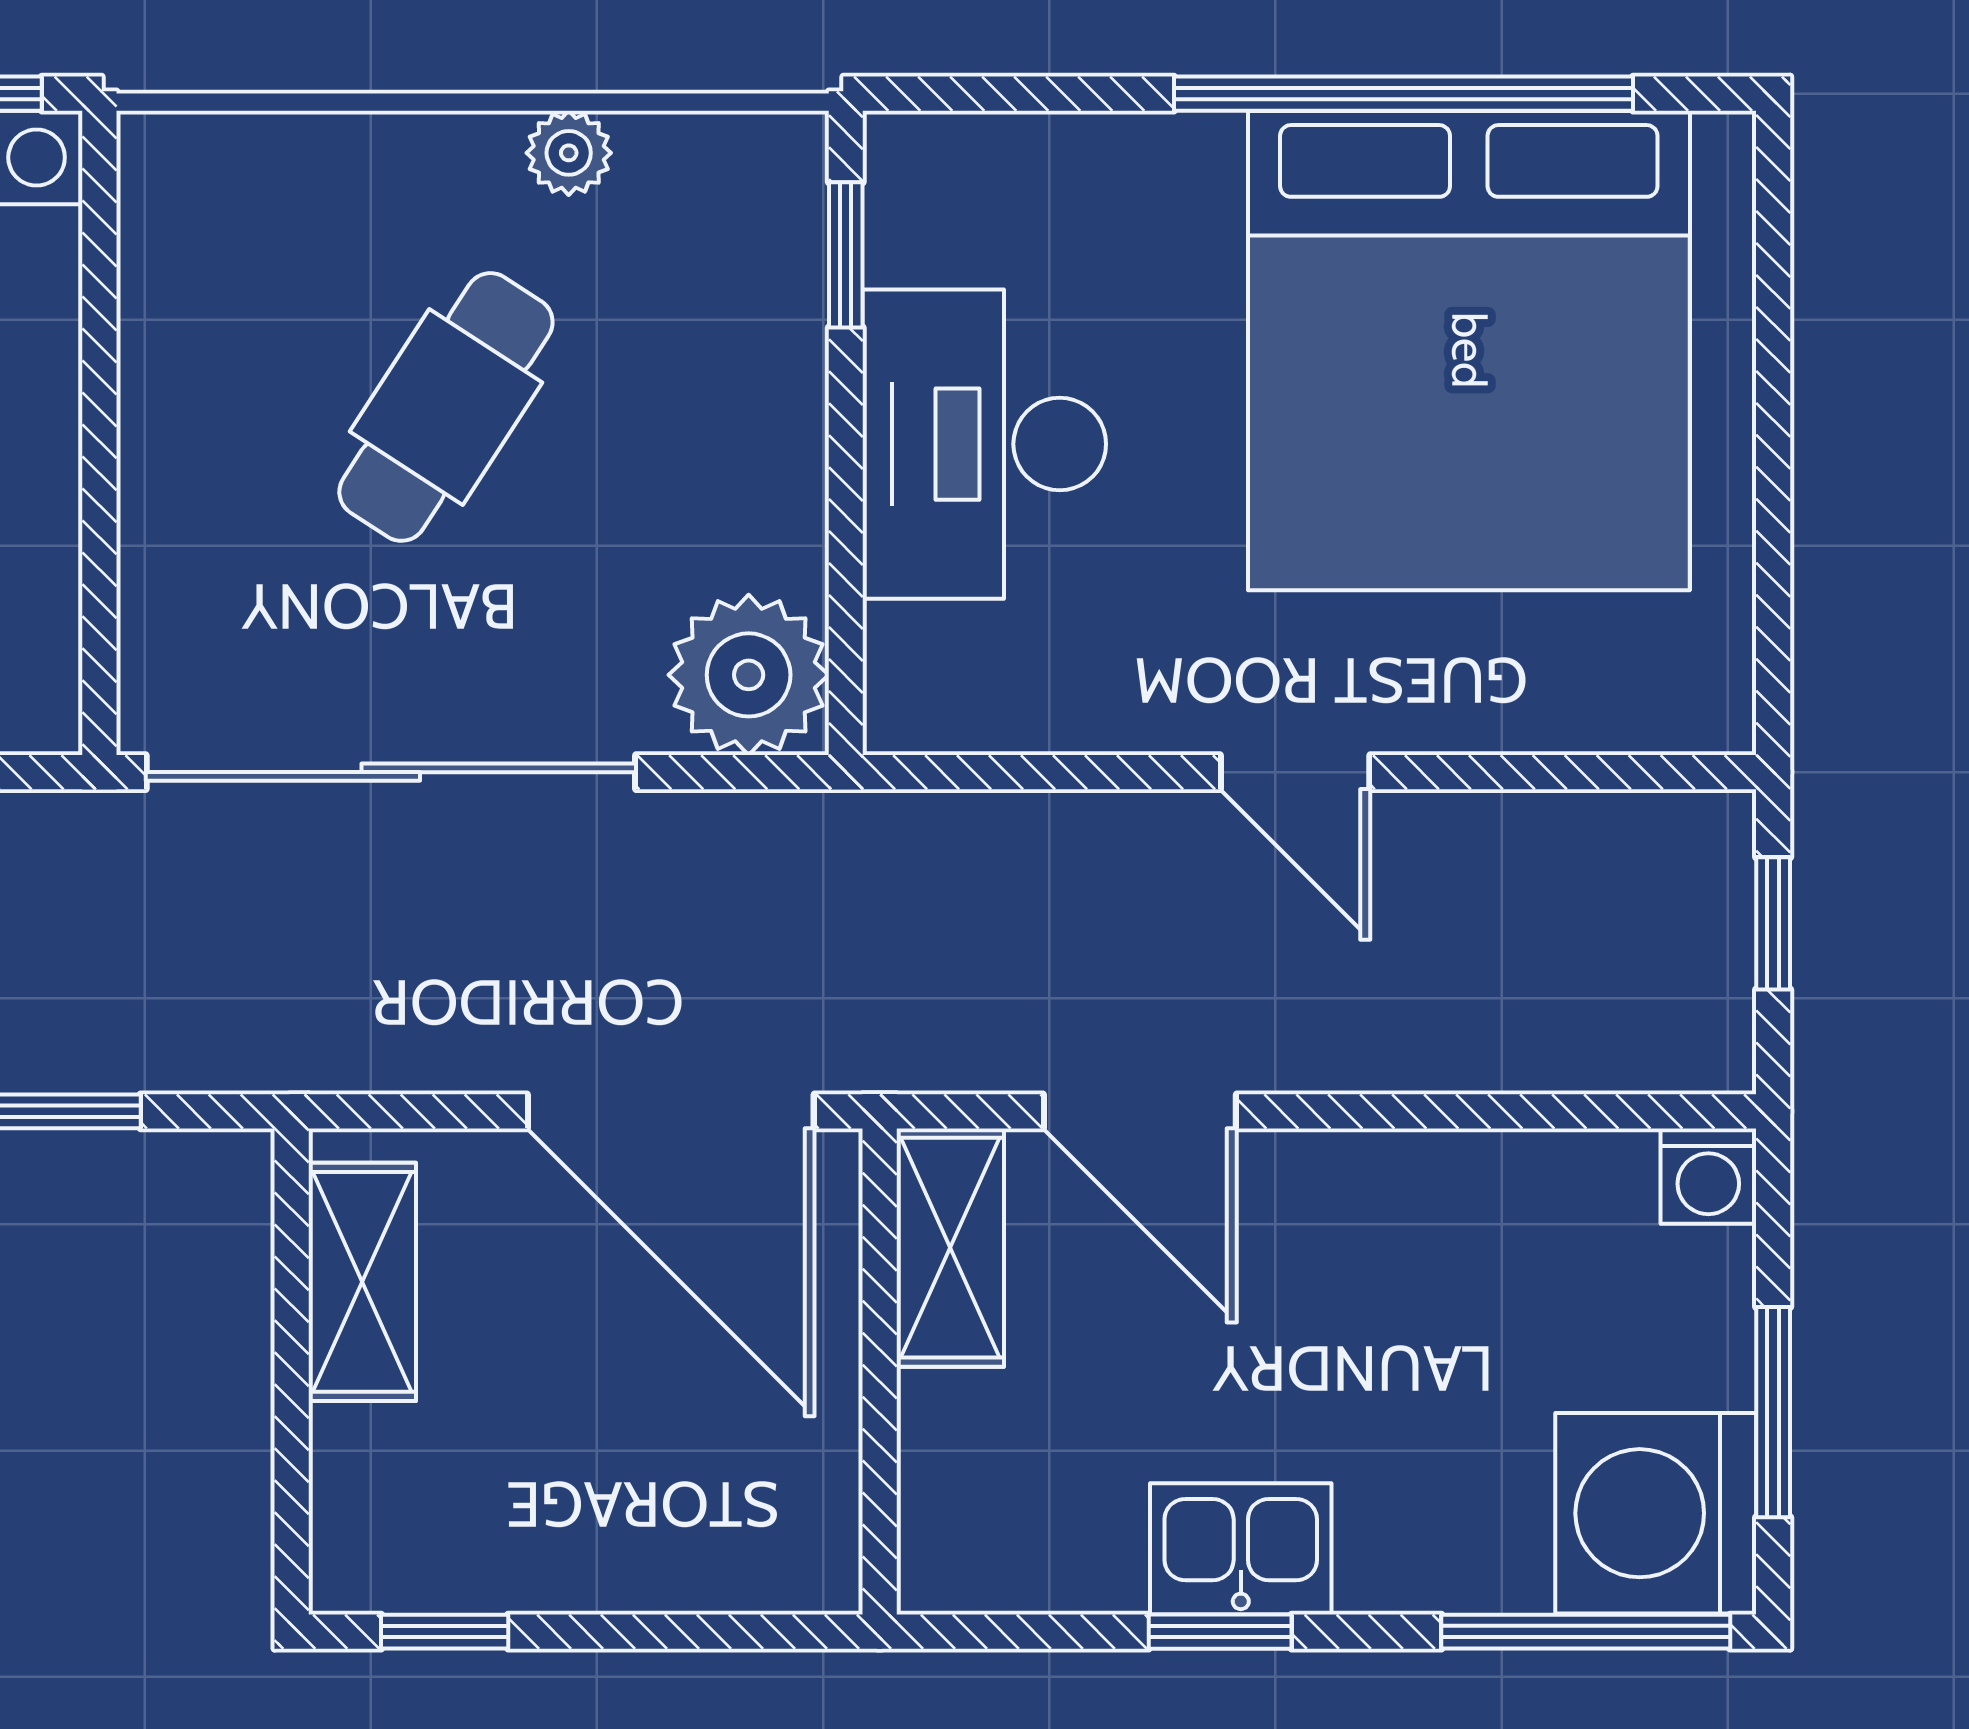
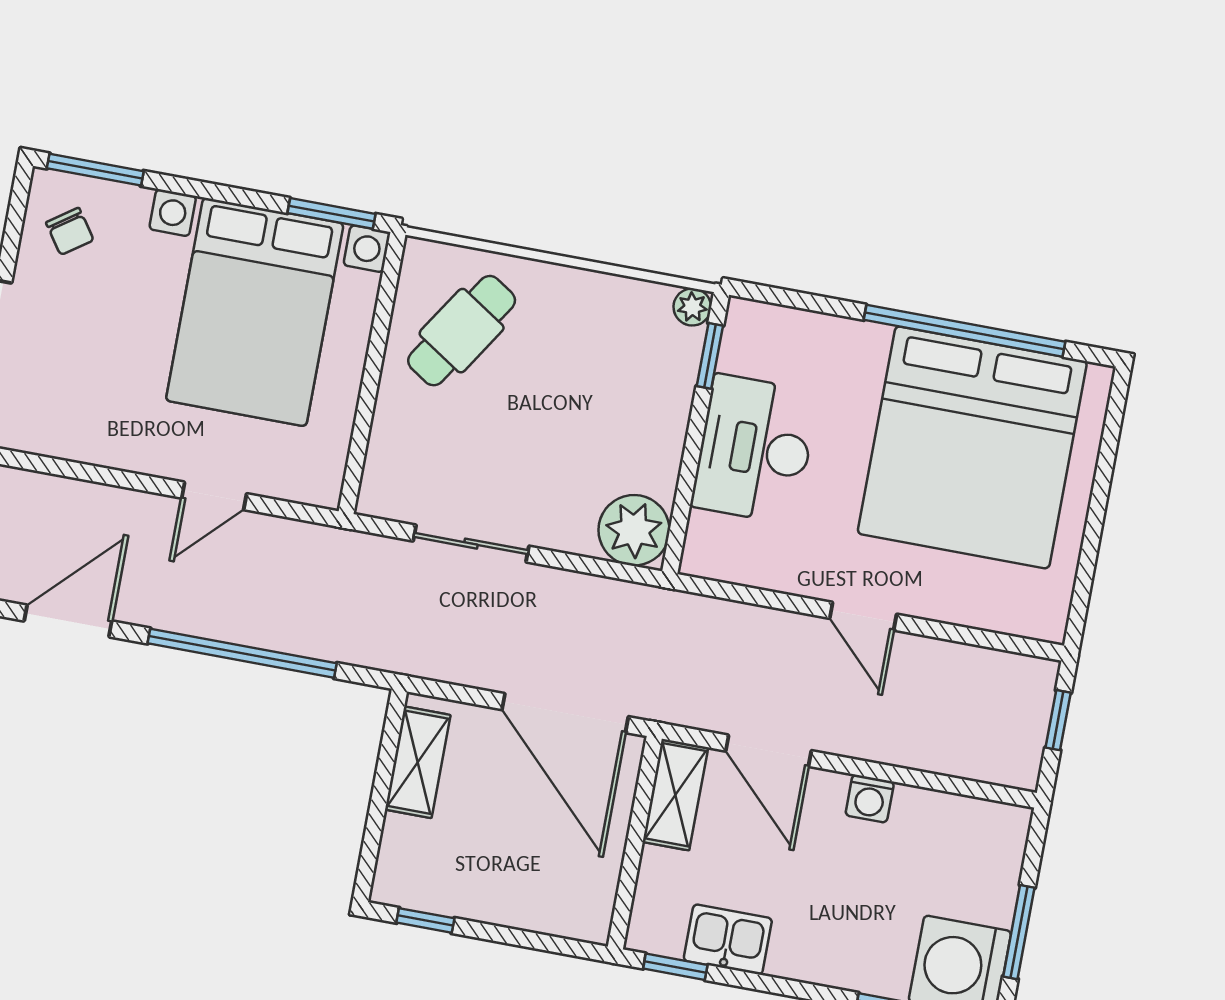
plant: (569, 153) -> (692, 307), moved
cafe table: (446, 407) -> (462, 331), moved
sliding door: (391, 772) -> (471, 544), width x0.54
washing machine: (1708, 1176) -> (870, 799), moved
kitchen sink: (1241, 1549) -> (728, 939), moved
window: (1220, 1632) -> (675, 967), moved

